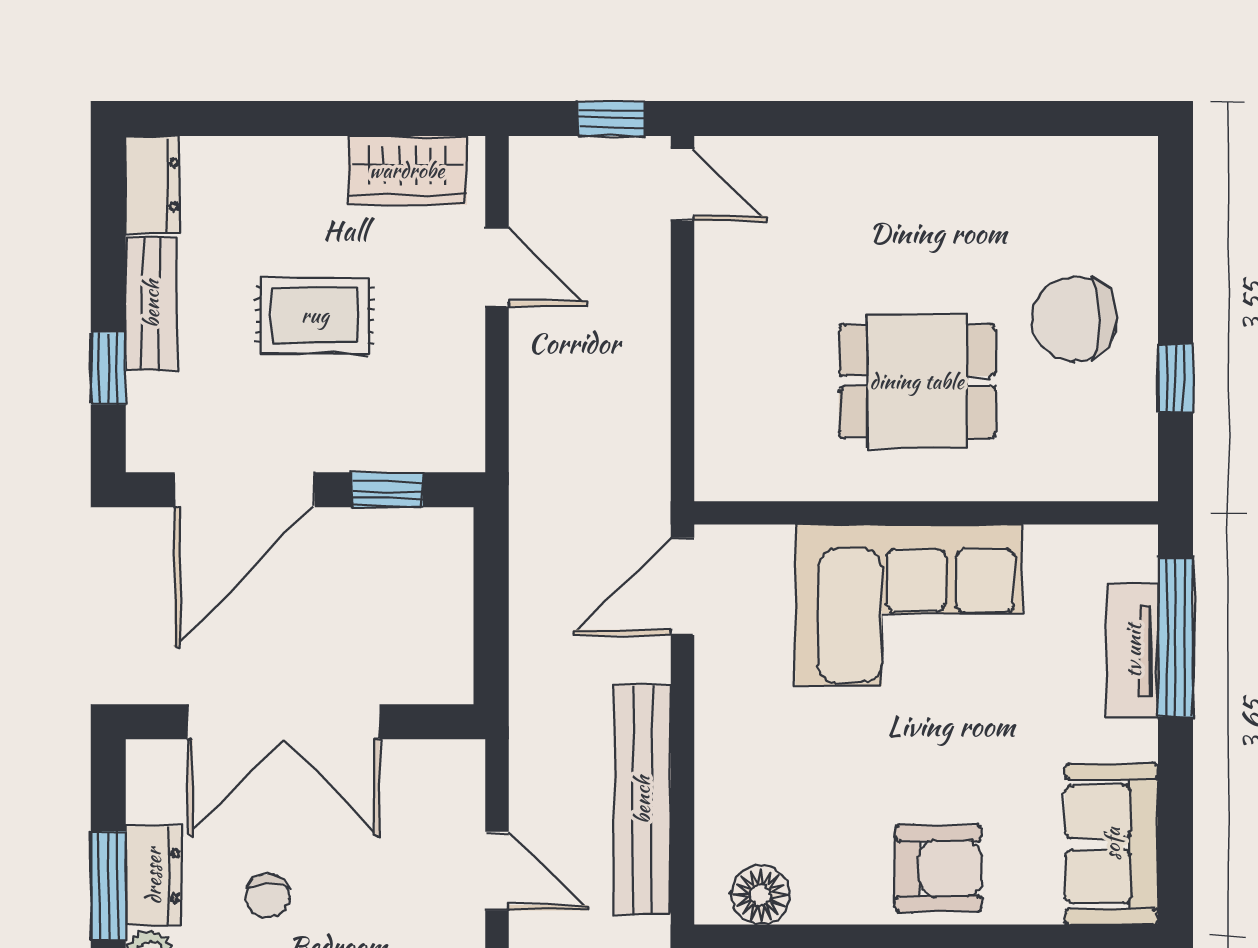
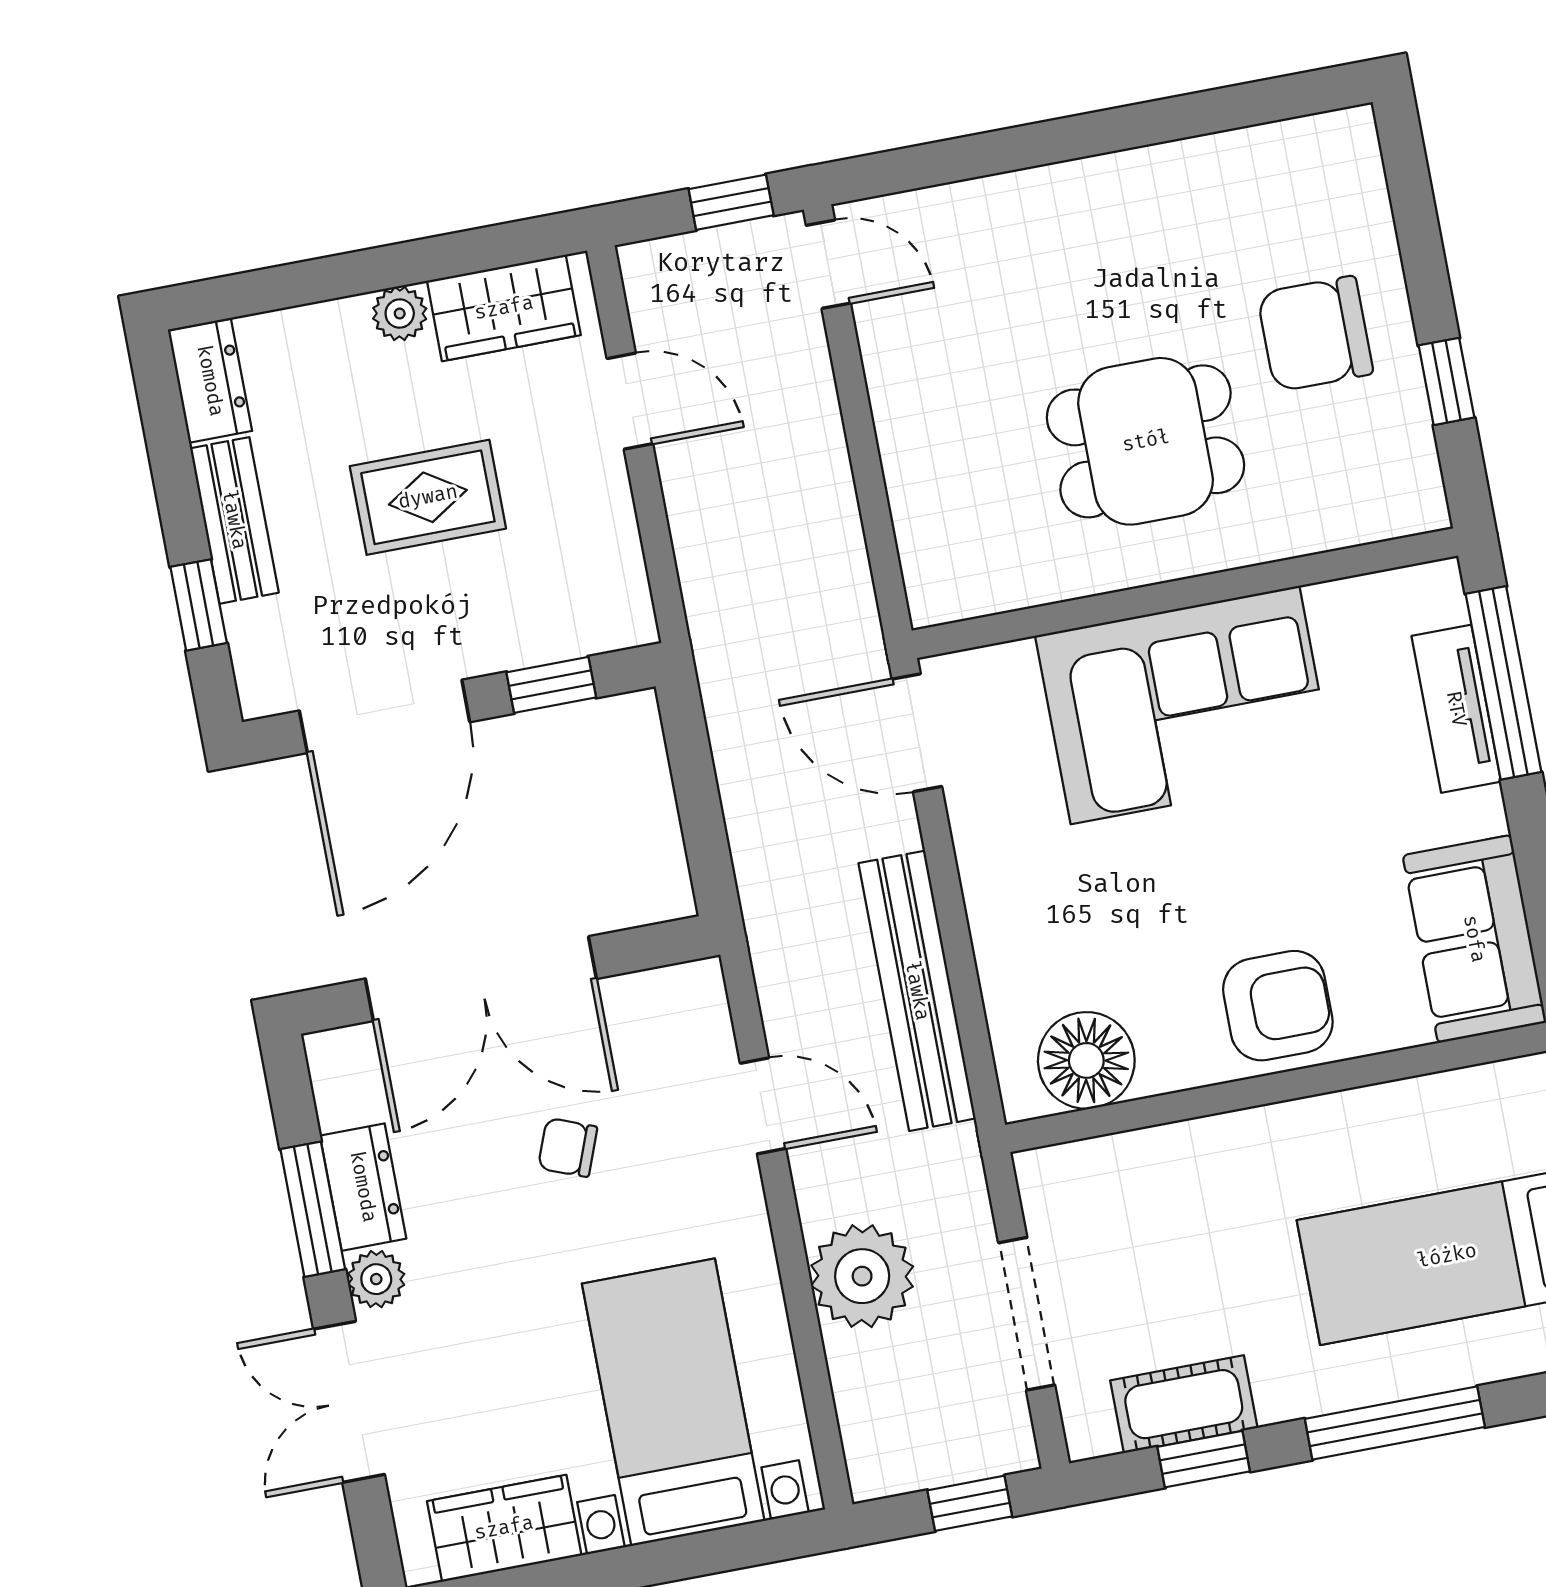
plant: (320, 159) -> (400, 314), added
door: (683, 586) -> (917, 733), hinge flipped
floor lamp: (760, 895) -> (1086, 1060), width x1.38, depth x1.38
chair: (268, 896) -> (568, 1147), moved, turned 111

